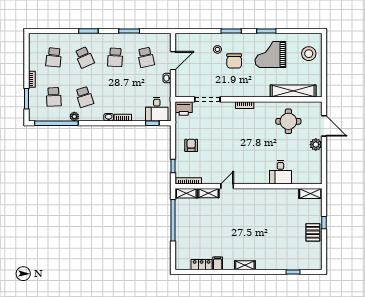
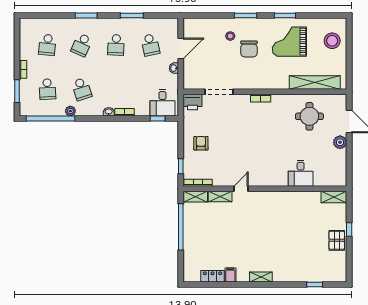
school desk: (84, 57) -> (82, 45), turned 48

